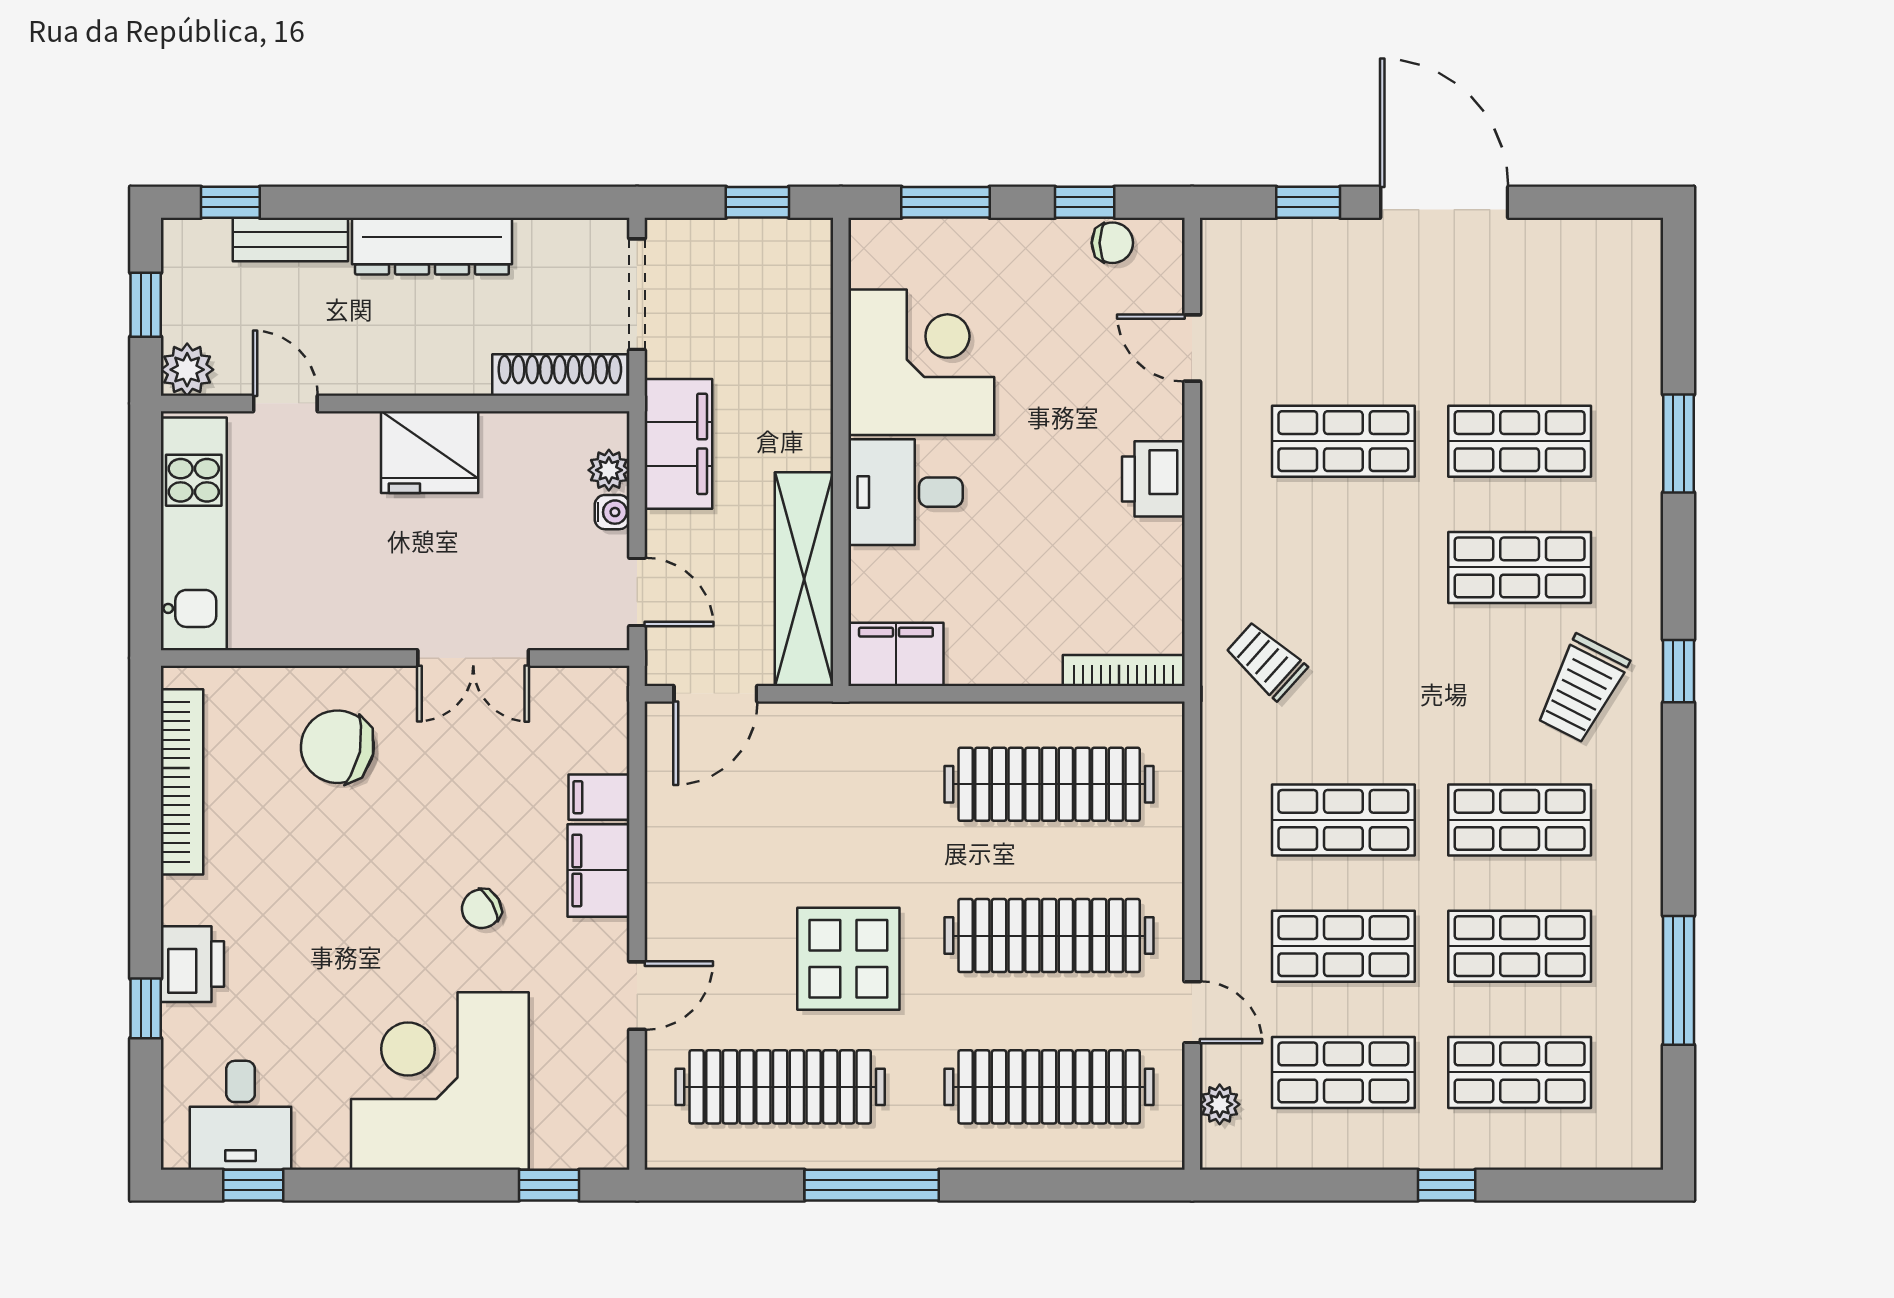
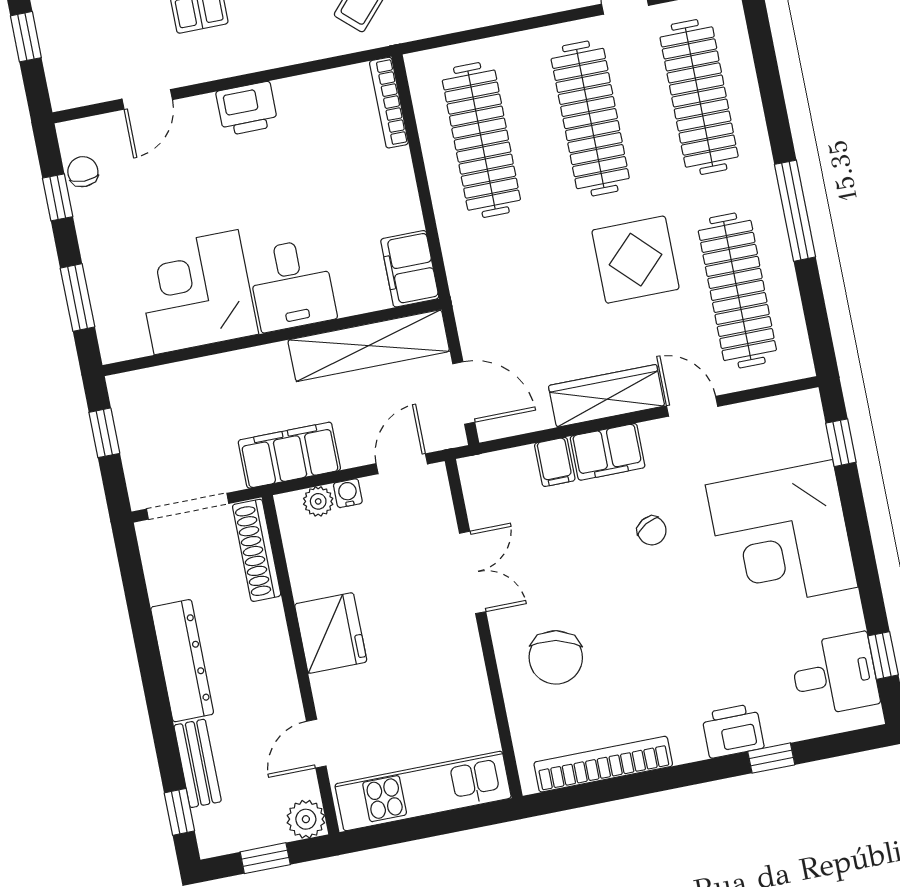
wardrobe: (674, 884) -> (607, 396), added

